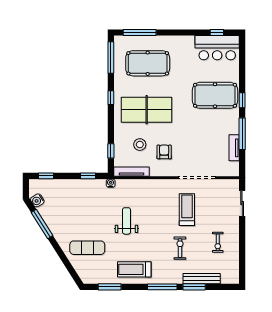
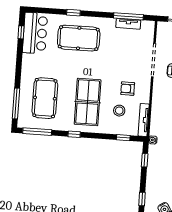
pool table: (215, 95) -> (79, 38), turned 90
window: (242, 100) -> (73, 13), moved
window: (242, 134) -> (128, 16), moved

